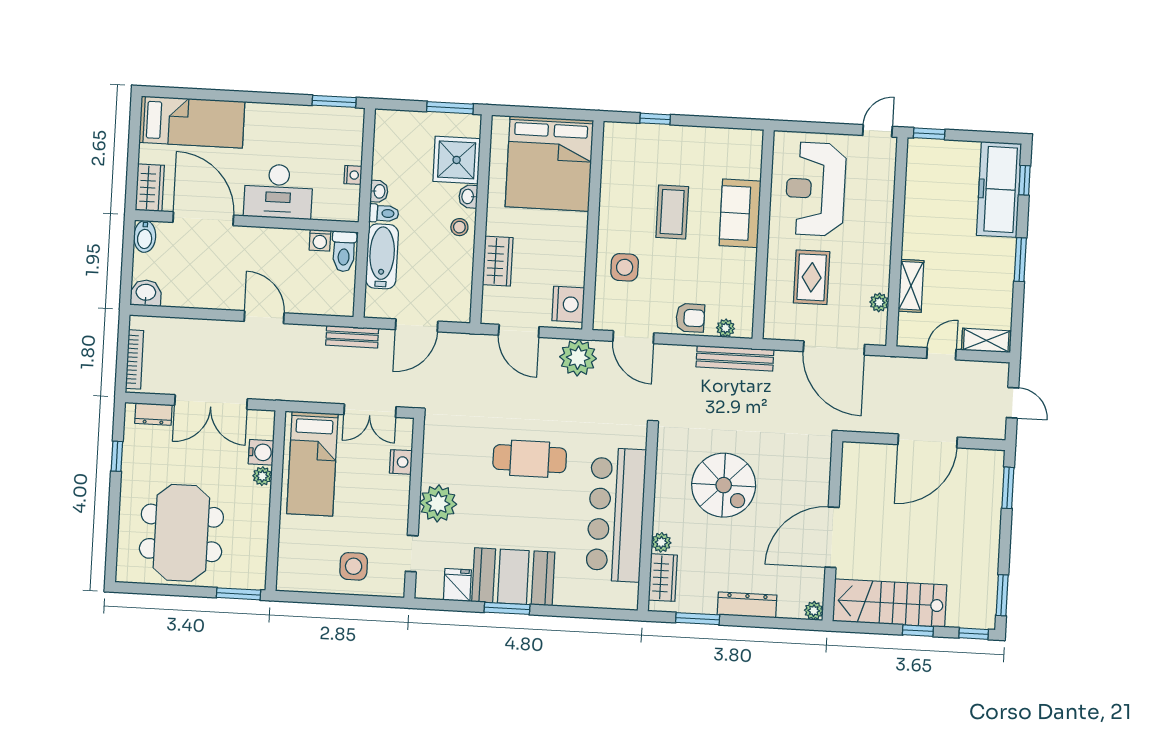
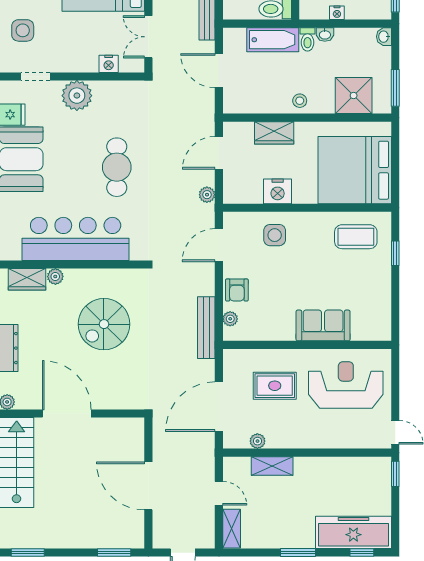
washbasin: (468, 197) -> (384, 37), moved, turned -90
coffee table: (672, 212) -> (356, 237), moved
nightstand: (568, 304) -> (278, 191), moved
plant: (578, 358) -> (207, 195), width x0.53, depth x0.53

